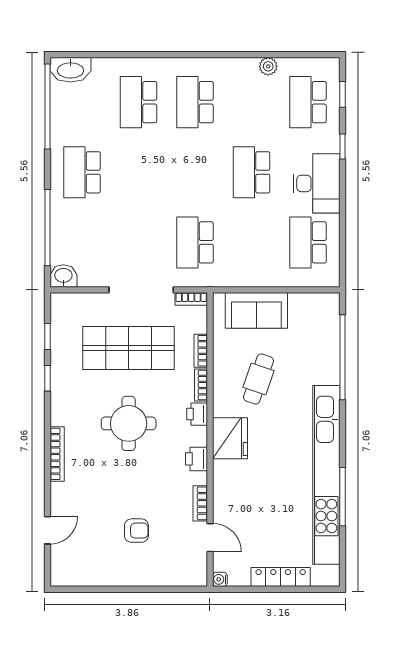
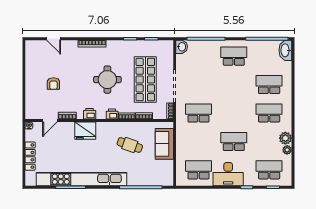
plant: (245, 70) -> (285, 138), added
fridge: (230, 438) -> (85, 131), moved

